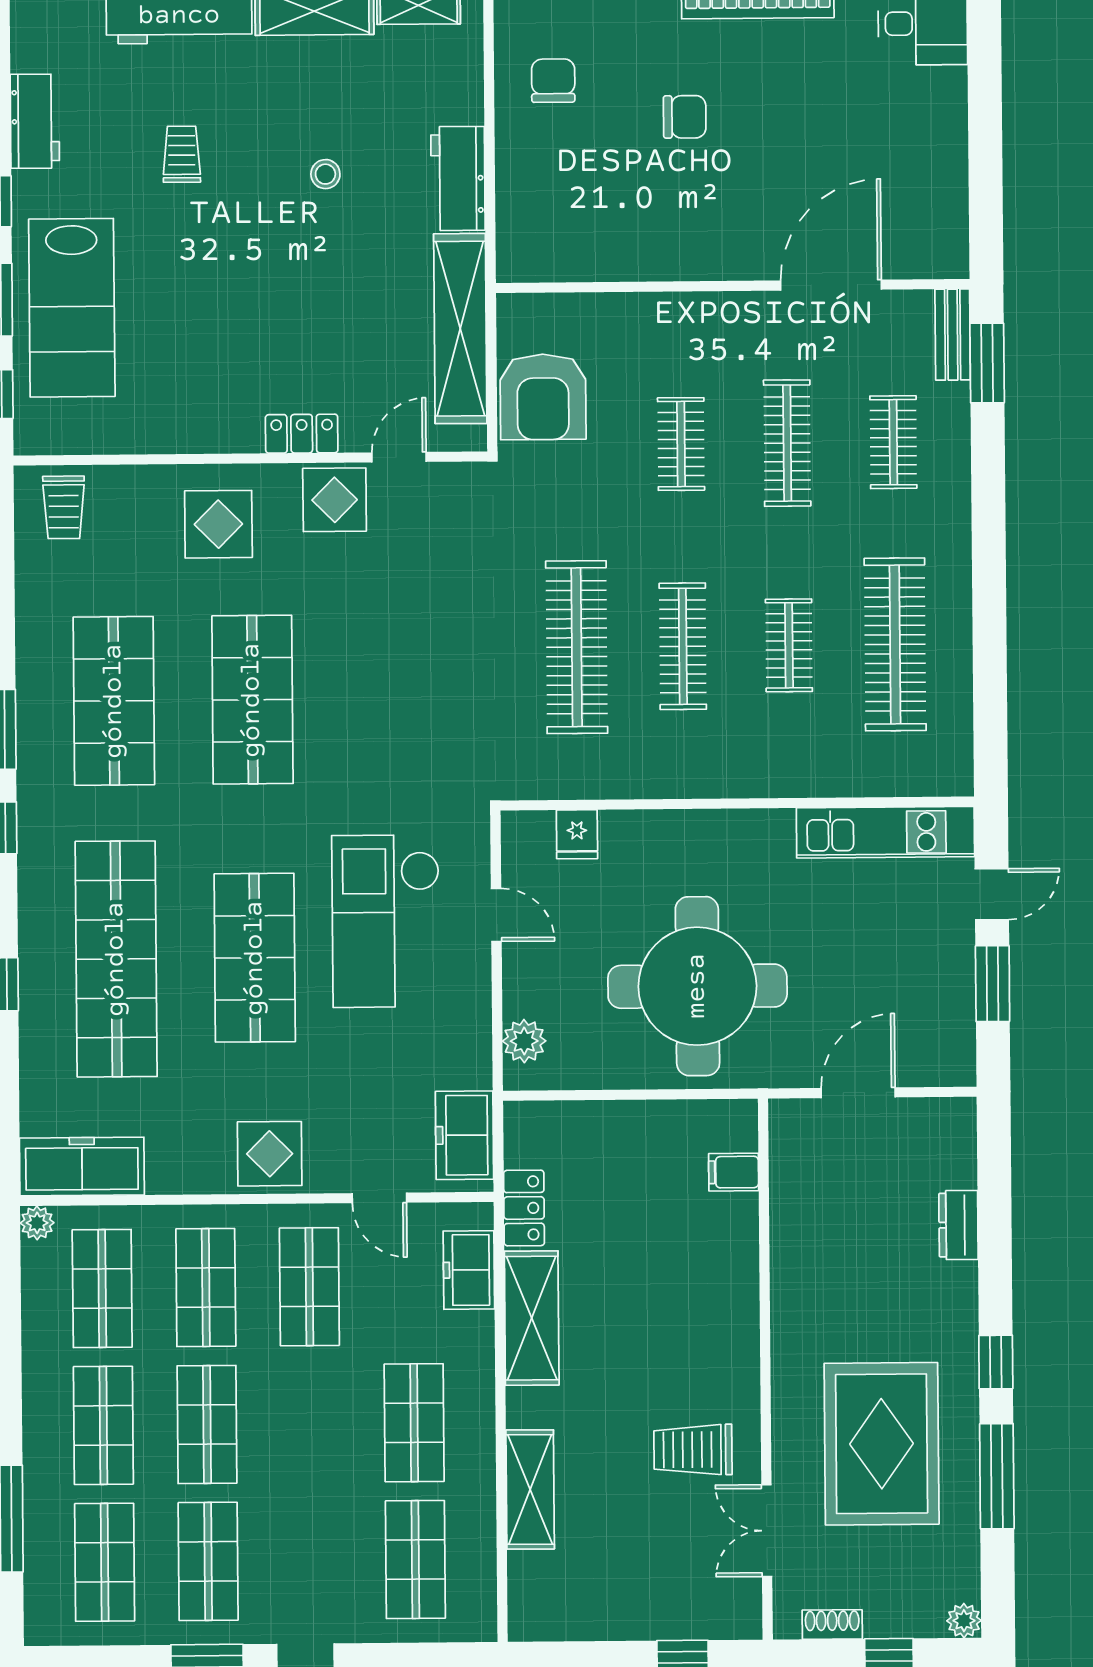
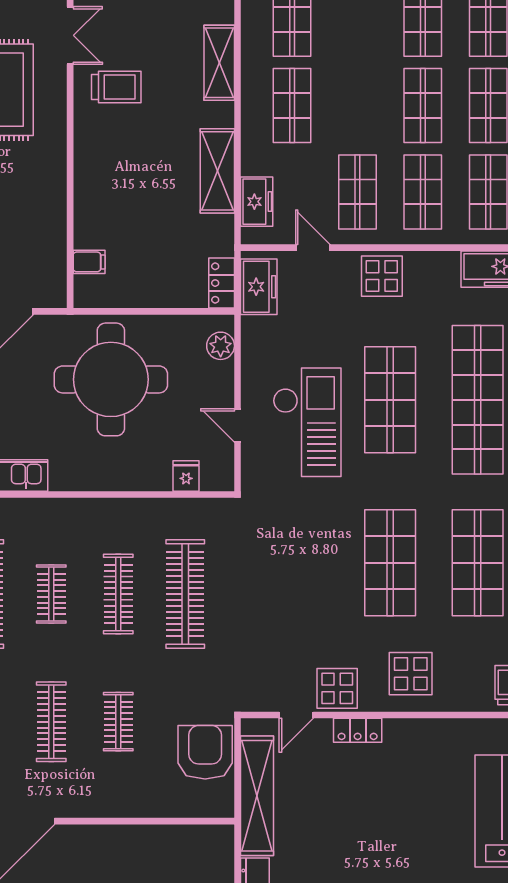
locker: (524, 1208) -> (222, 283), moved

